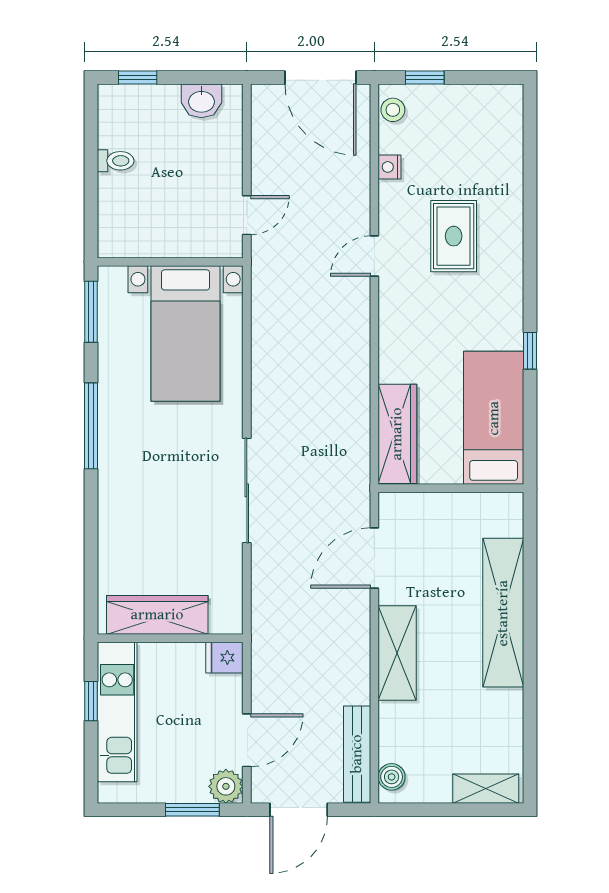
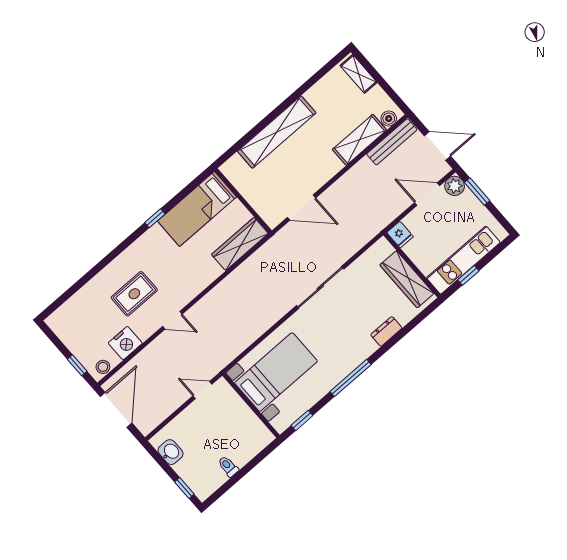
nightstand: (390, 167) -> (125, 343), width x1.89, depth x1.79
window: (91, 312) -> (302, 421), width x0.67
dresser: (112, 527) -> (386, 331), added
shelving: (397, 653) -> (360, 140), moved

